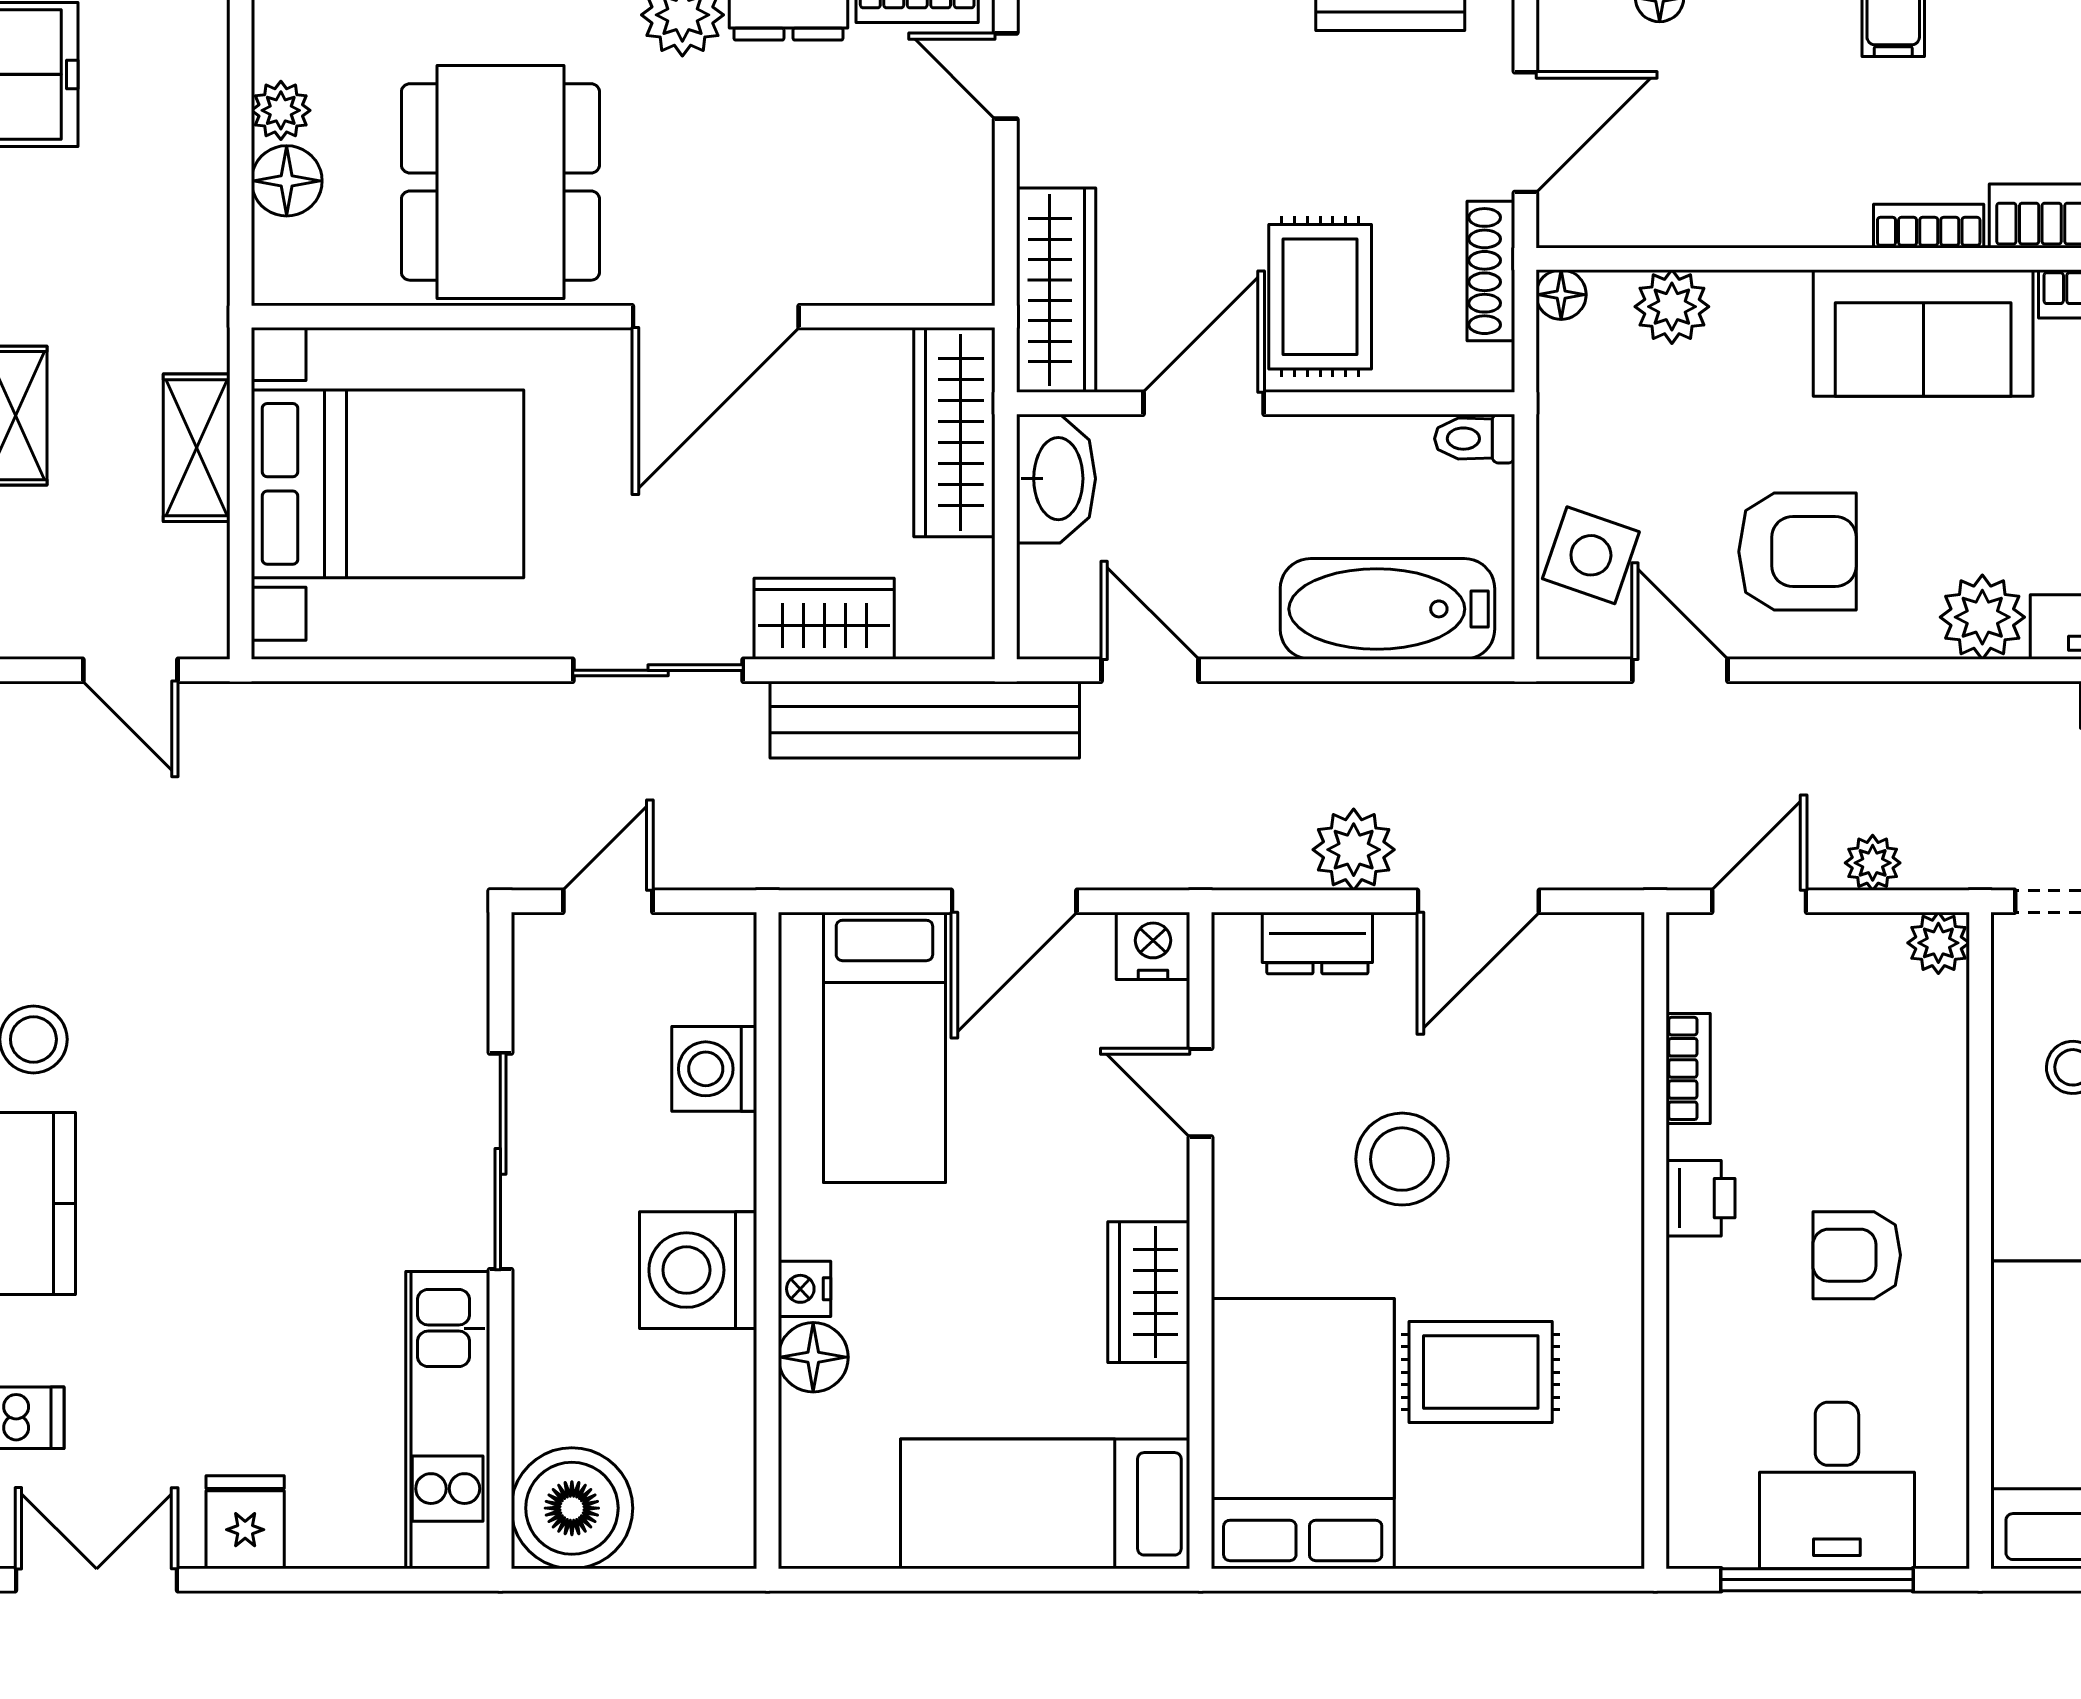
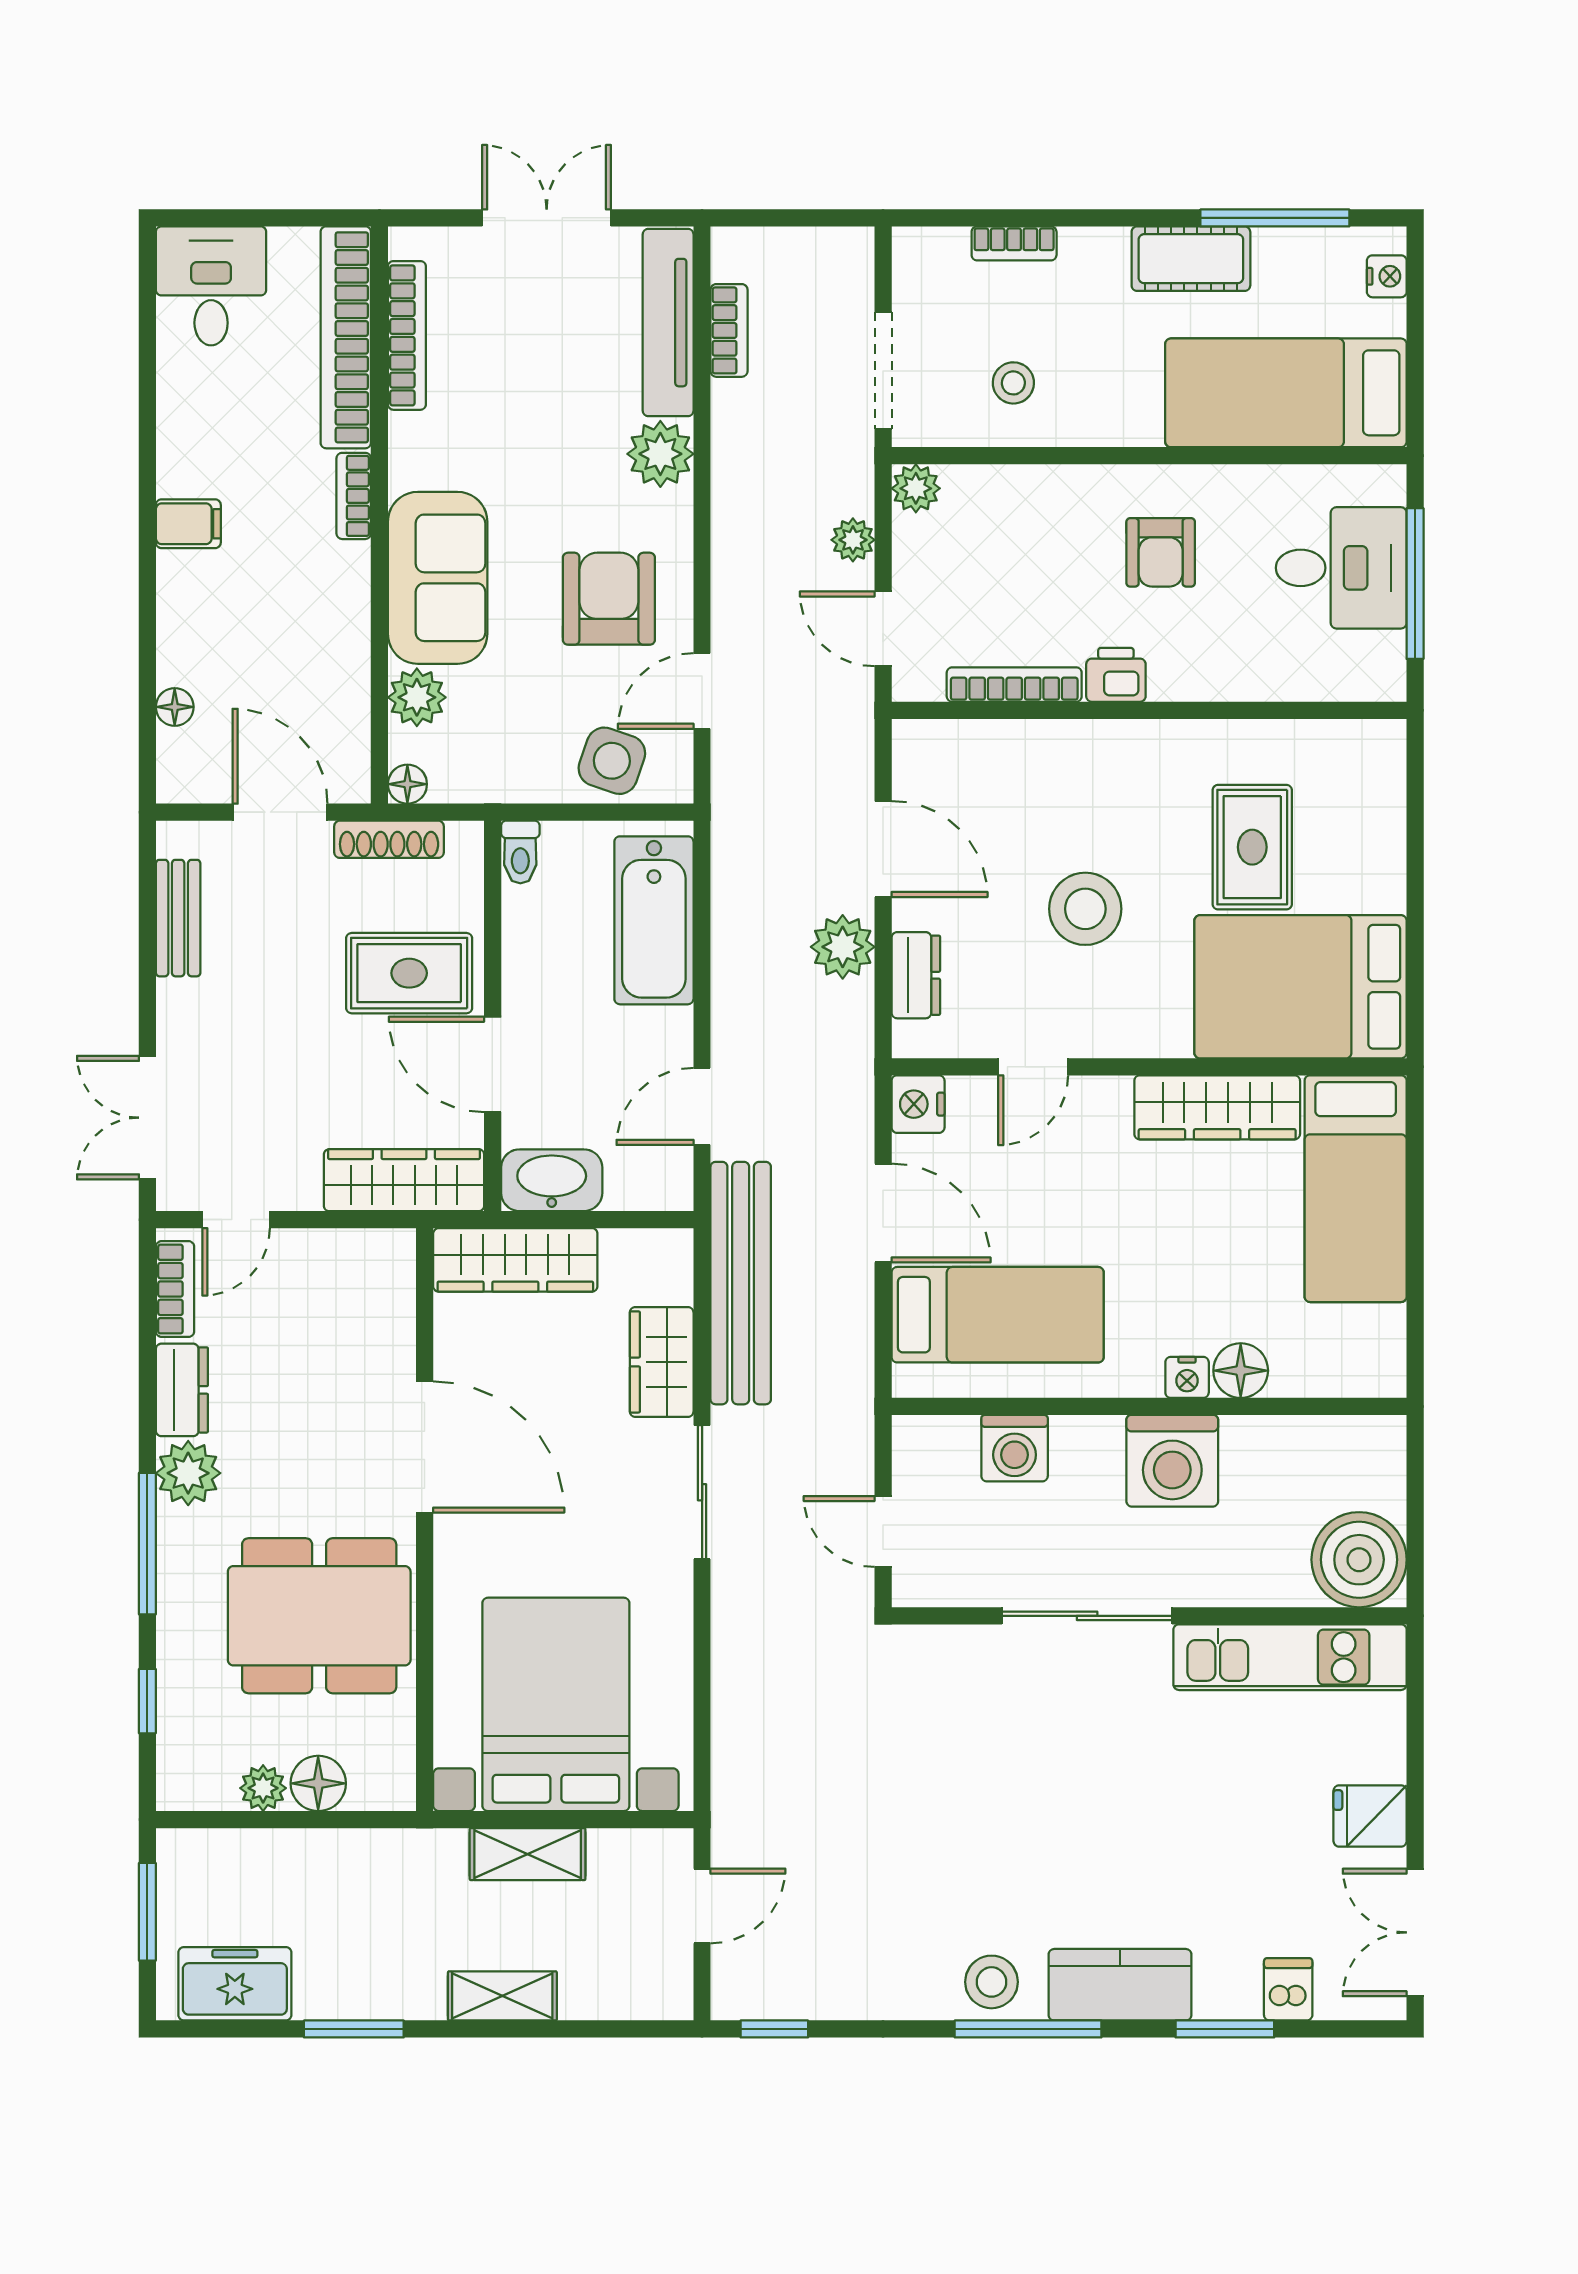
sofa: (1923, 333) -> (438, 578), moved
bookcase: (1688, 1068) -> (1014, 685), width x1.56
wardrobe: (1149, 1292) -> (1217, 1107), width x1.50

